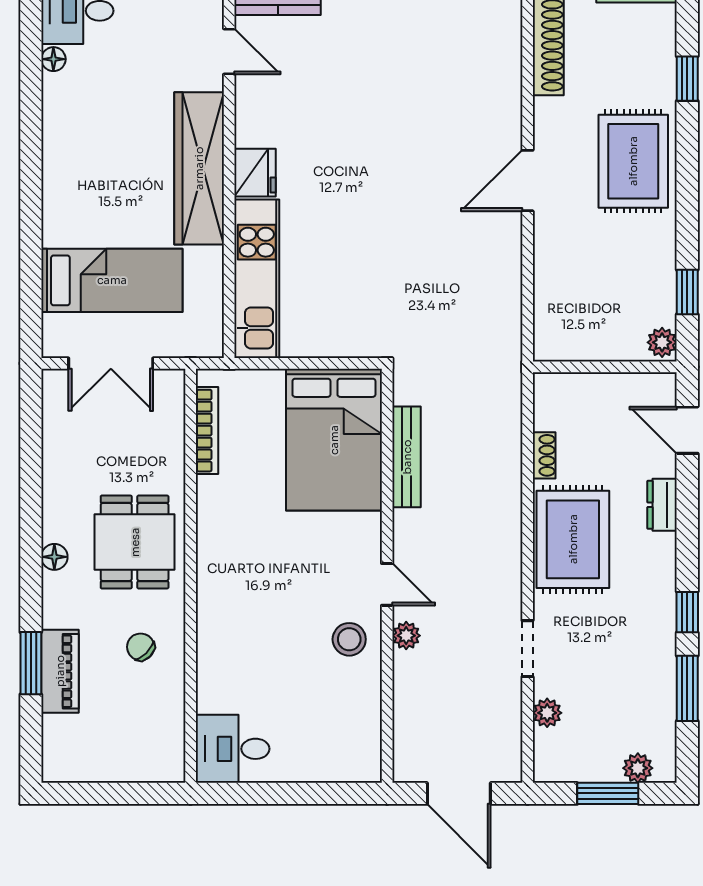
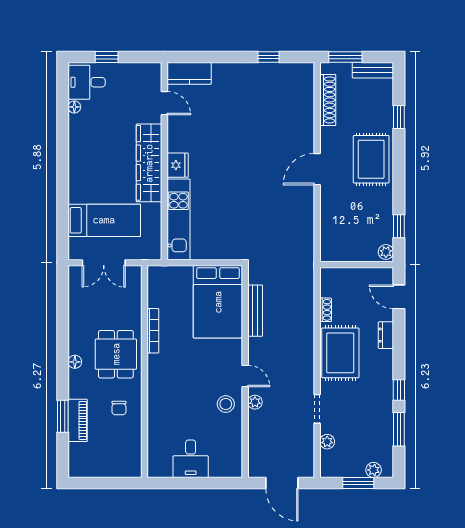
bookcase: (207, 431) -> (153, 331), moved
chair: (141, 647) -> (119, 408), turned -135
desk: (233, 749) -> (191, 459), moved, turned -90

